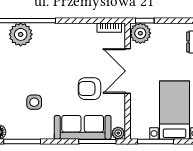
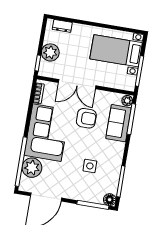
plant: (140, 33) -> (50, 52), moved
corner sofa: (65, 45) -> (47, 133), added
armchair: (89, 89) -> (86, 118), turned -90
sofa: (83, 127) -> (119, 123), width x0.73

